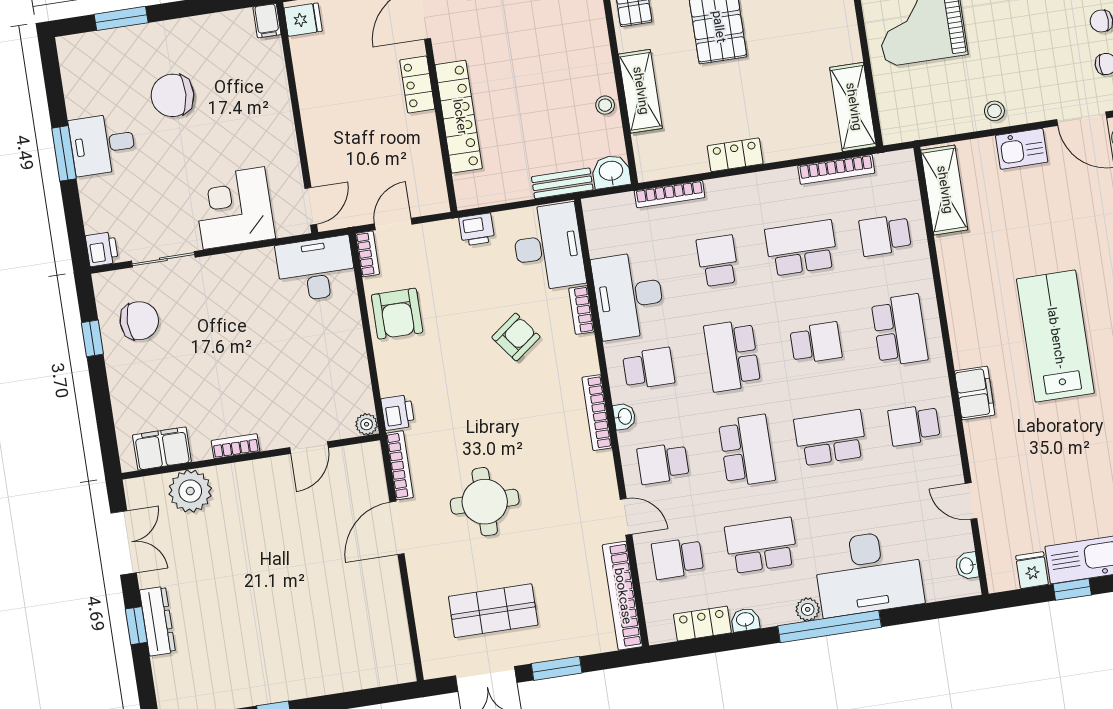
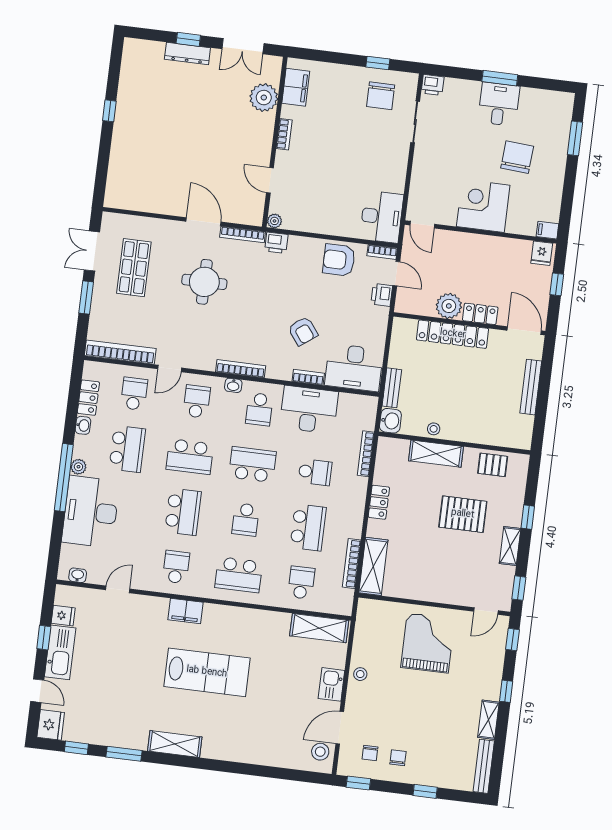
shelving: (853, 107) -> (373, 566), moved, turned 90
plant: (419, 134) -> (449, 306), added
corner desk: (234, 208) -> (483, 206), moved, turned -90
printer: (477, 229) -> (382, 295), moved

